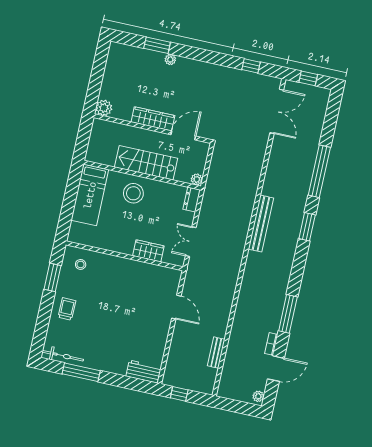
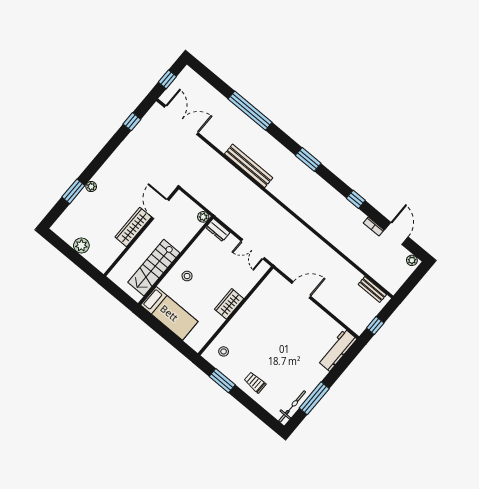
plant: (104, 108) -> (81, 246), moved
stairs: (146, 163) -> (154, 268), moved
stool: (133, 193) -> (187, 276), width x0.53, depth x0.53
bench: (261, 224) -> (249, 166), moved
window: (307, 227) -> (308, 159), moved
wardrobe: (148, 251) -> (229, 304), moved
window: (288, 314) -> (356, 199), width x0.46
bench: (216, 353) -> (372, 290), moved
workbench: (144, 372) -> (337, 350), width x1.37

